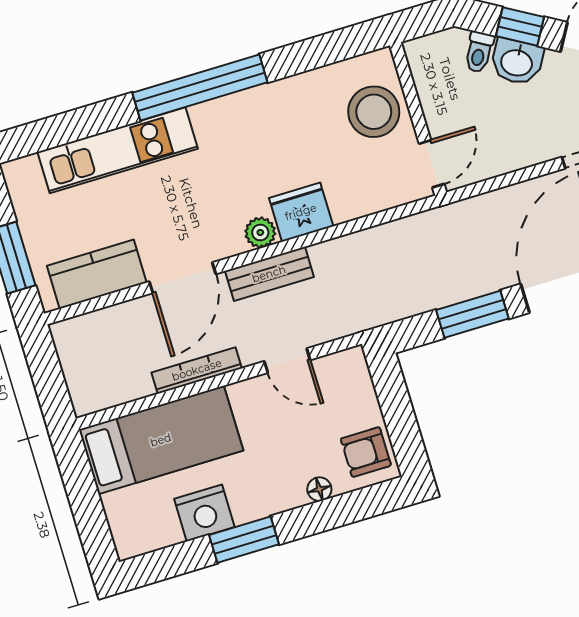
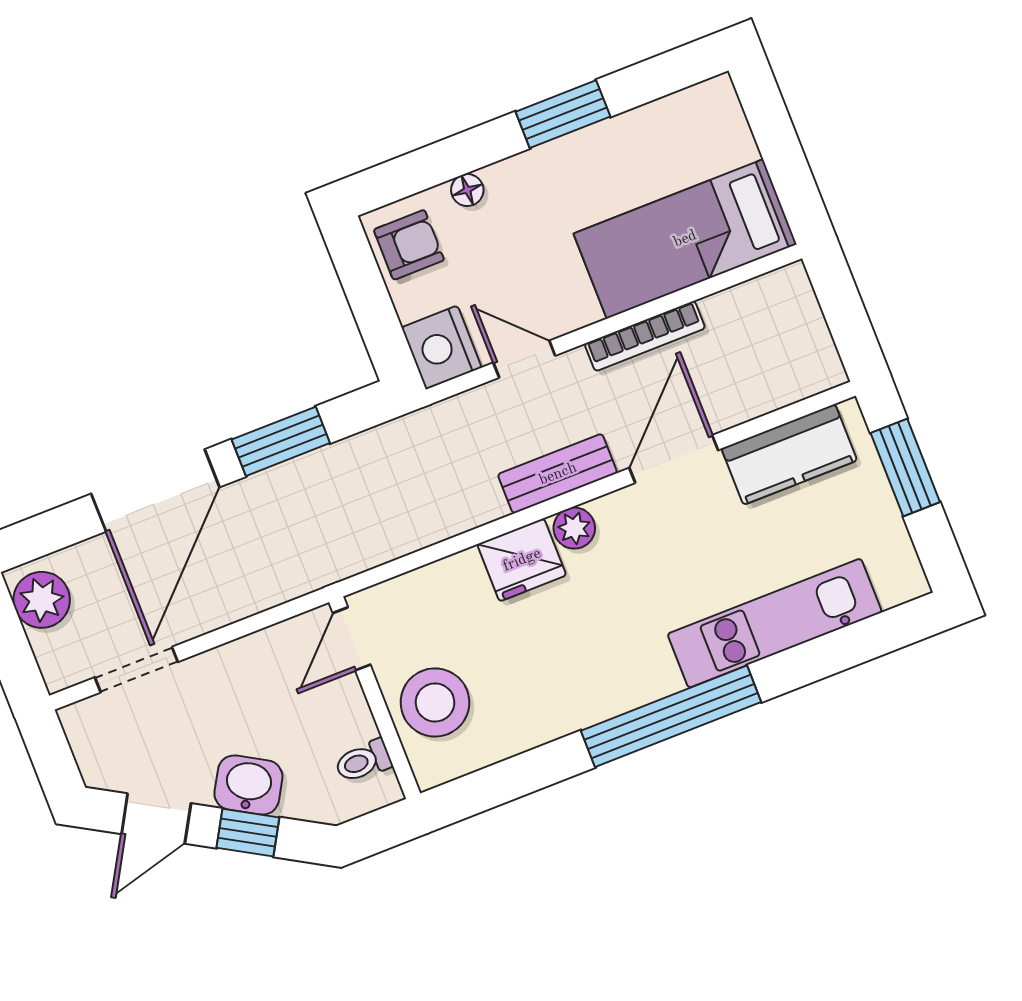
toilet: (479, 52) -> (363, 761), moved, turned -120
nightstand: (204, 513) -> (442, 348), moved, turned -90

